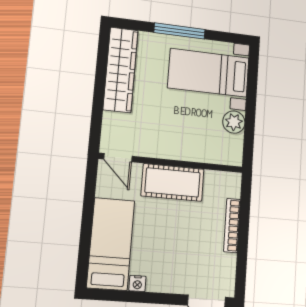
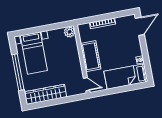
window: (179, 31) -> (18, 72), width x1.46
plant: (234, 122) -> (69, 32), moved
door: (118, 158) -> (87, 84), hinge flipped

